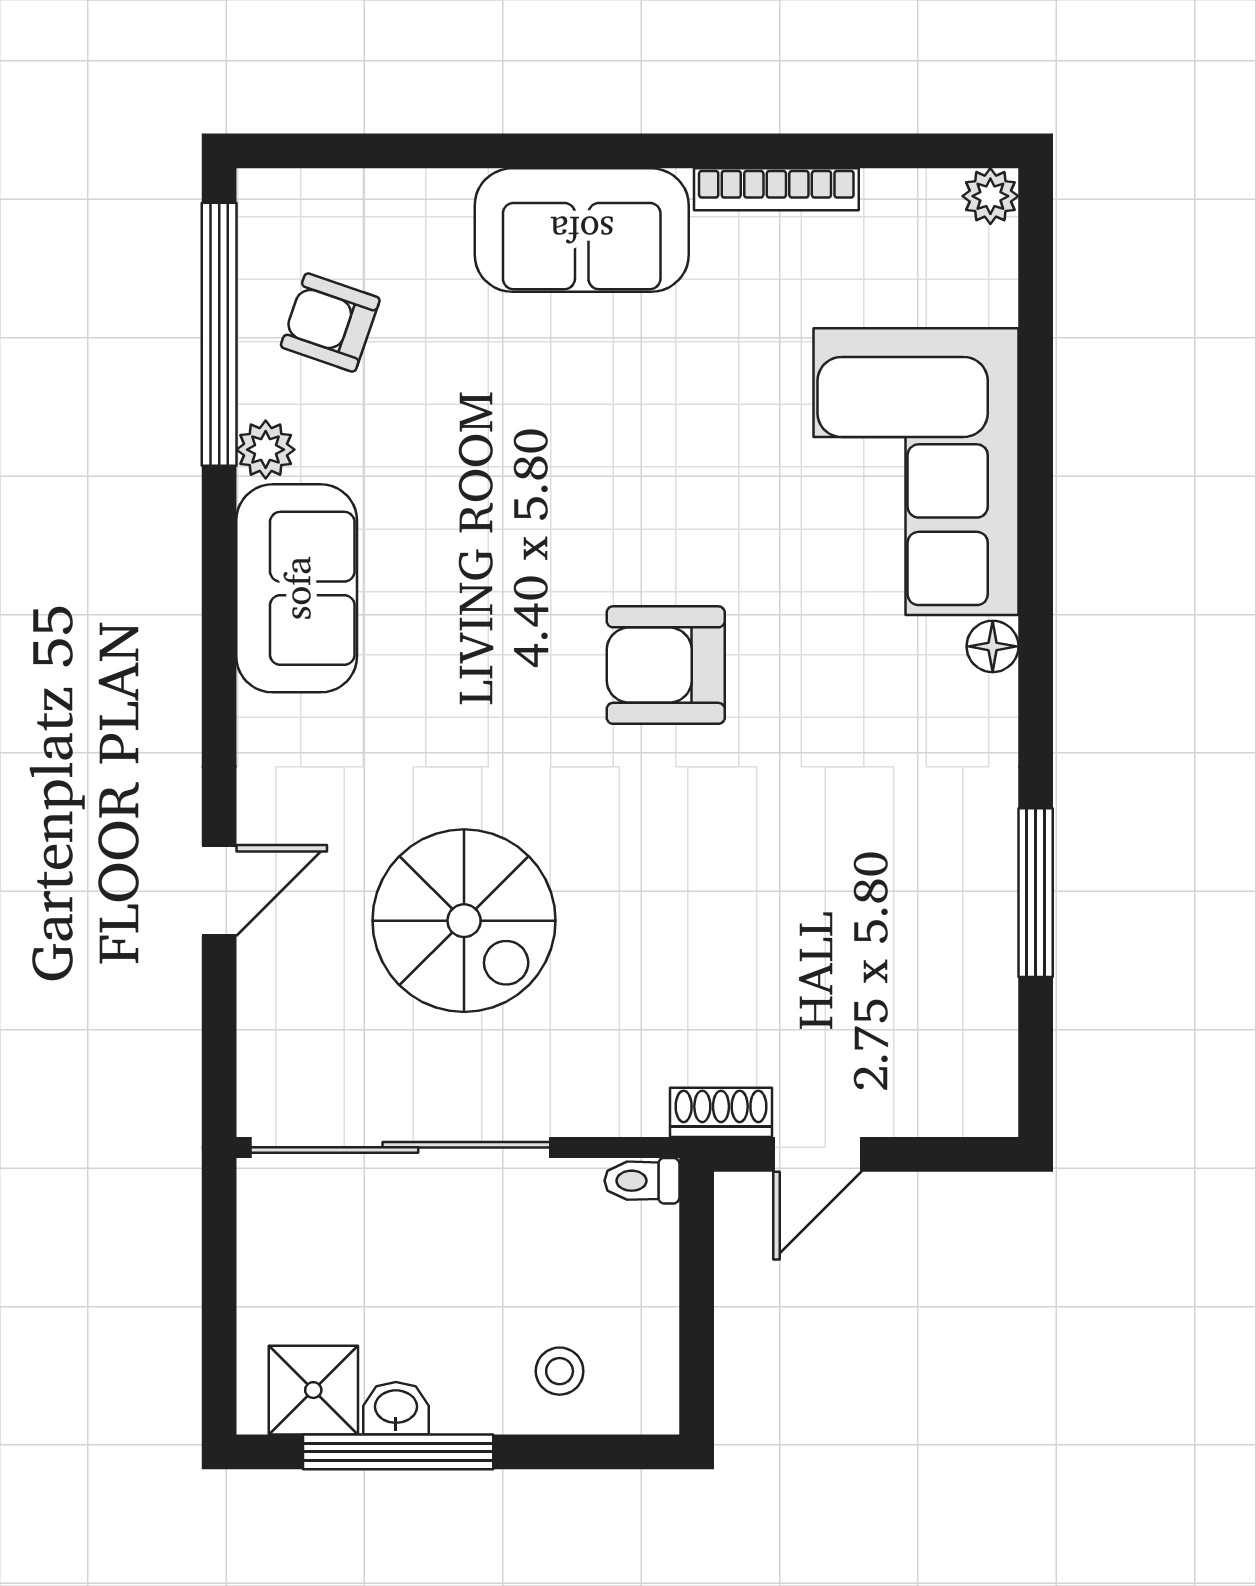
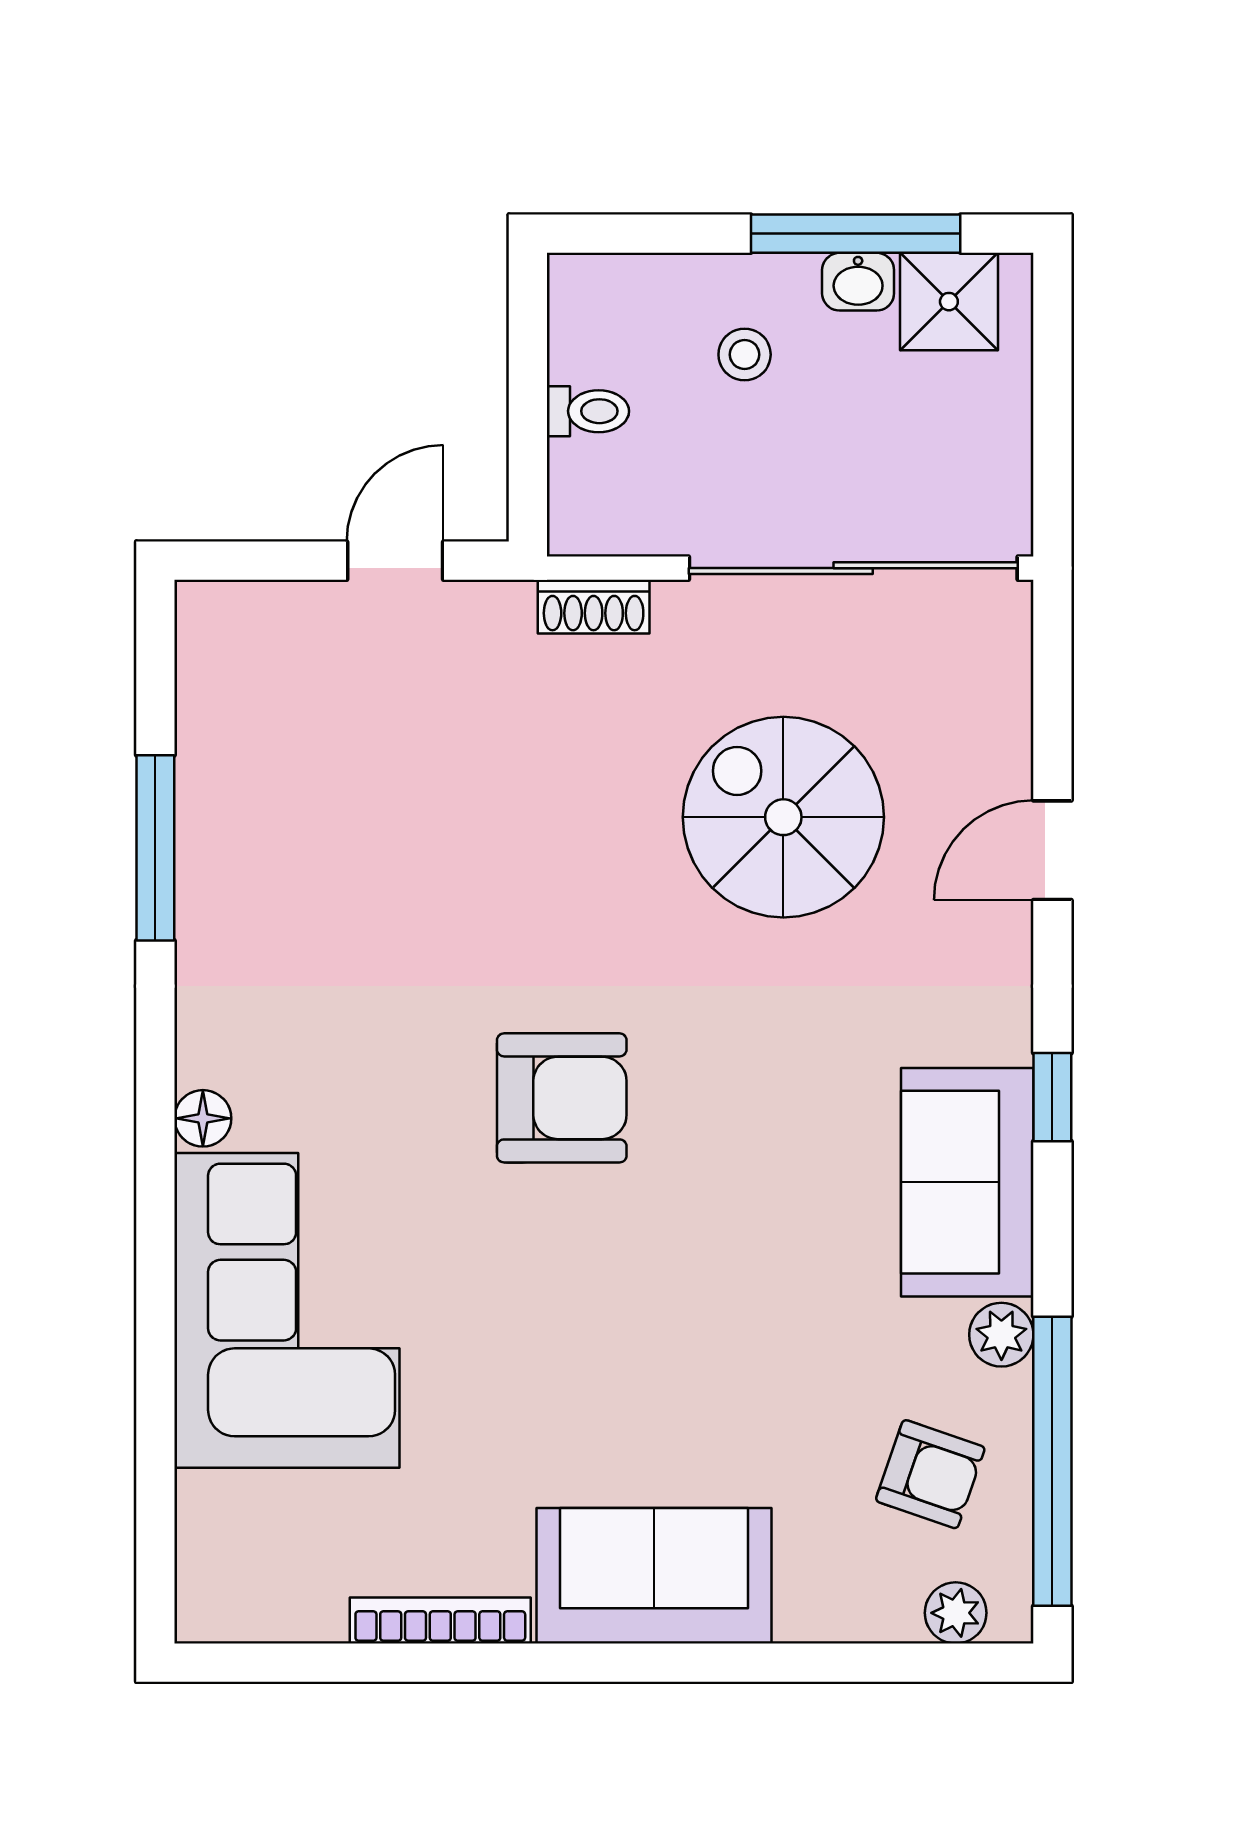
plant: (990, 196) -> (956, 1613), moved
window: (219, 666) -> (1052, 1097), added
shoe rack: (721, 1112) -> (594, 607), moved
toilet: (642, 1181) -> (588, 411), moved
stool: (560, 1371) -> (745, 355), moved

